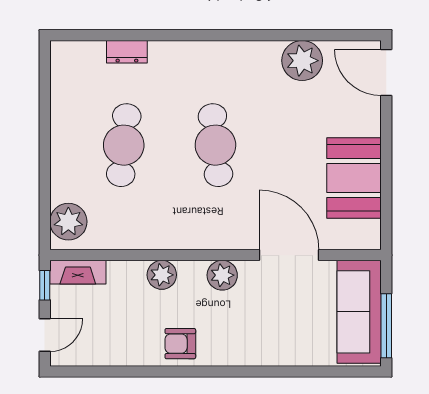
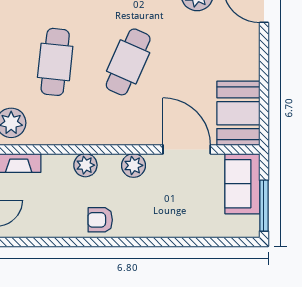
cafe table: (215, 145) -> (128, 62), turned 30
booth: (354, 178) -> (238, 113), moved
sofa: (359, 312) -> (242, 184), width x0.73

